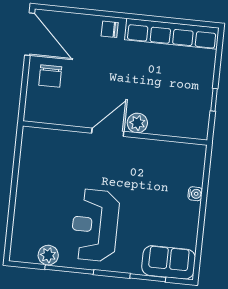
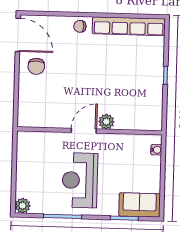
plant: (137, 123) -> (106, 122), moved
door: (108, 132) -> (84, 131), moved
wall: (115, 133) -> (90, 131), moved
plant: (48, 255) -> (23, 206), moved

